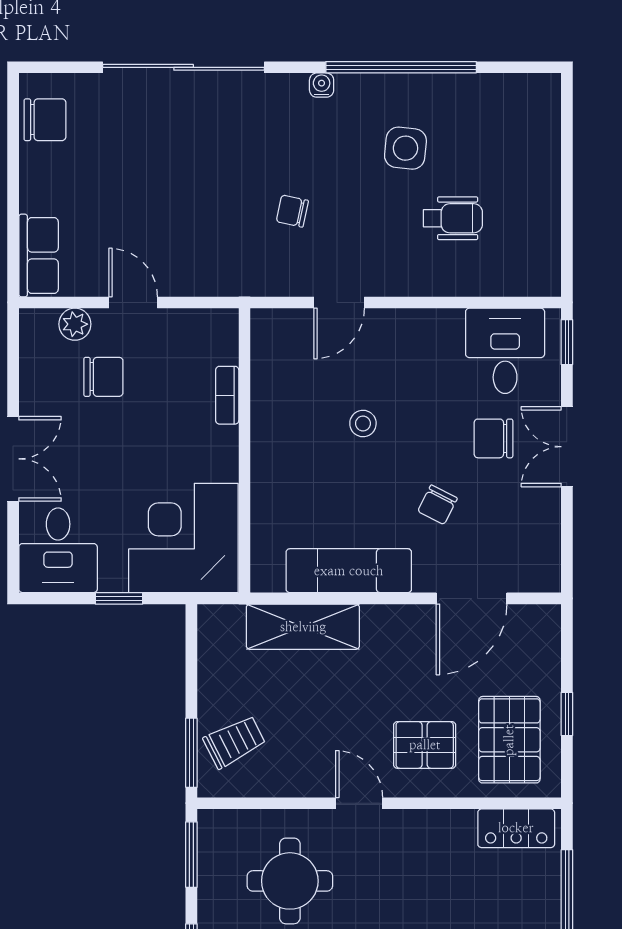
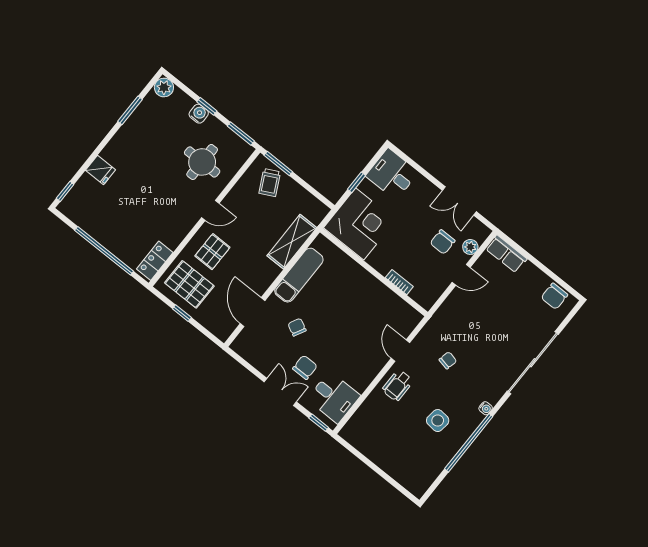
wheelchair: (453, 218) -> (398, 386), moved
stool: (363, 424) -> (349, 324), removed
double door: (13, 459) -> (459, 201), moved

